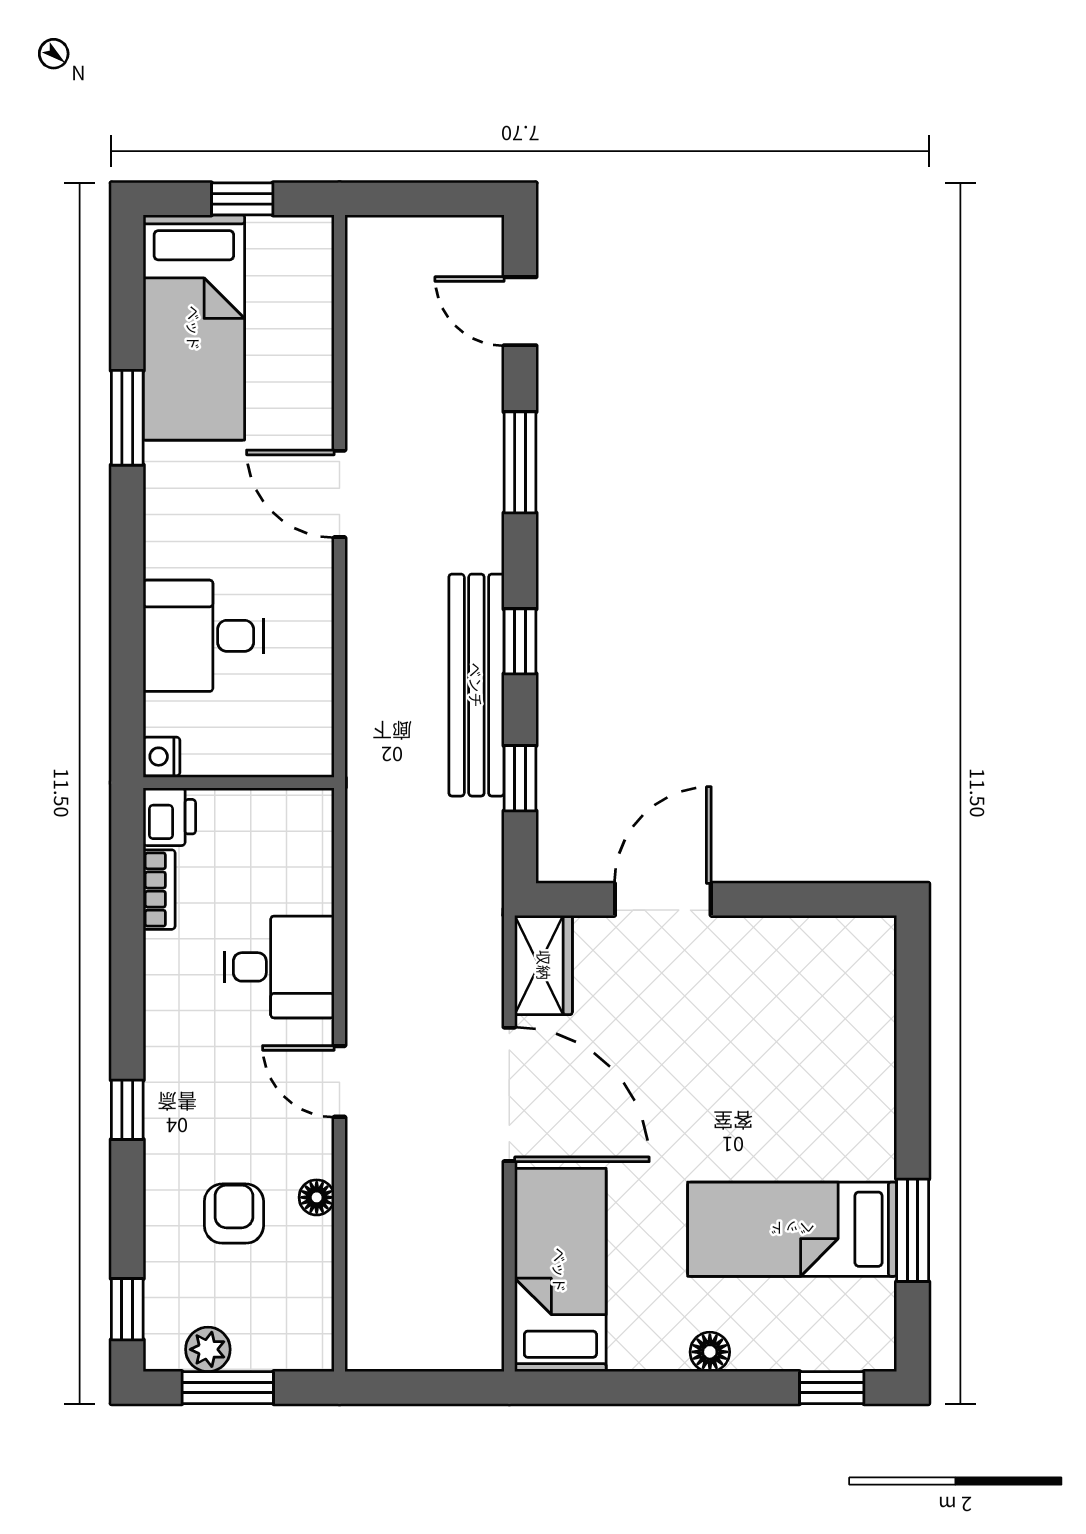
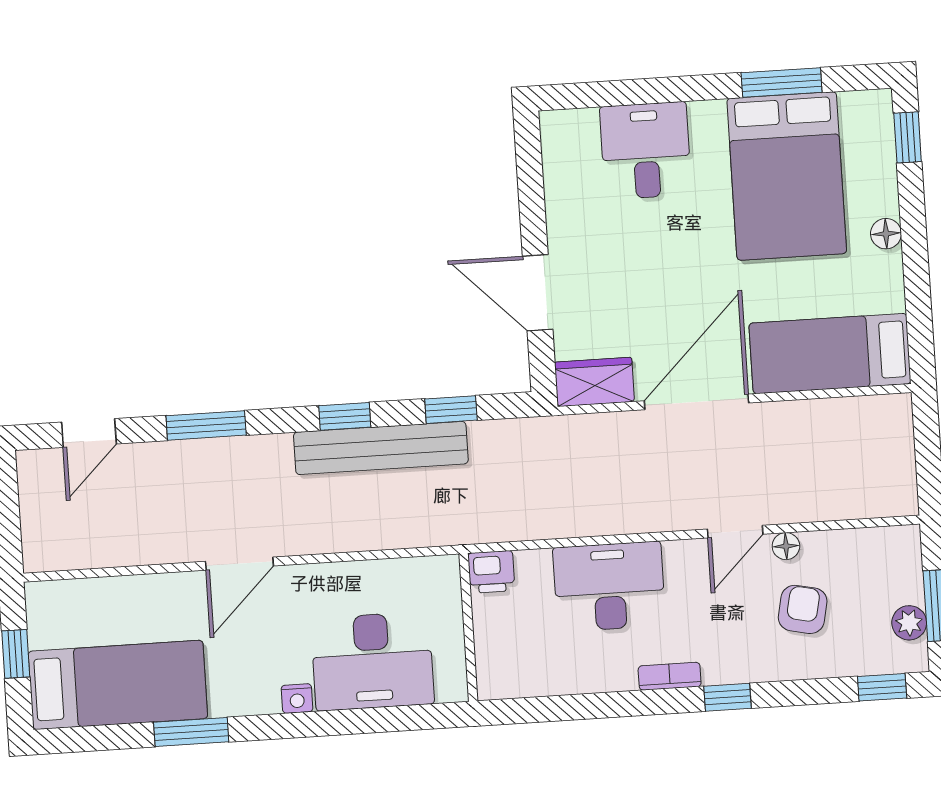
desk: (203, 636) -> (372, 661), width x1.37
nightstand: (162, 757) -> (297, 698), moved
printer: (169, 817) -> (491, 572), moved, turned 180
bookcase: (159, 890) -> (670, 676), moved
desk: (279, 967) -> (609, 587), width x1.37
desk: (836, 1050) -> (646, 151), added
door: (340, 1081) -> (735, 532), moved
armchair: (234, 1214) -> (803, 609), turned 102
bed: (792, 1229) -> (787, 176), width x1.50

